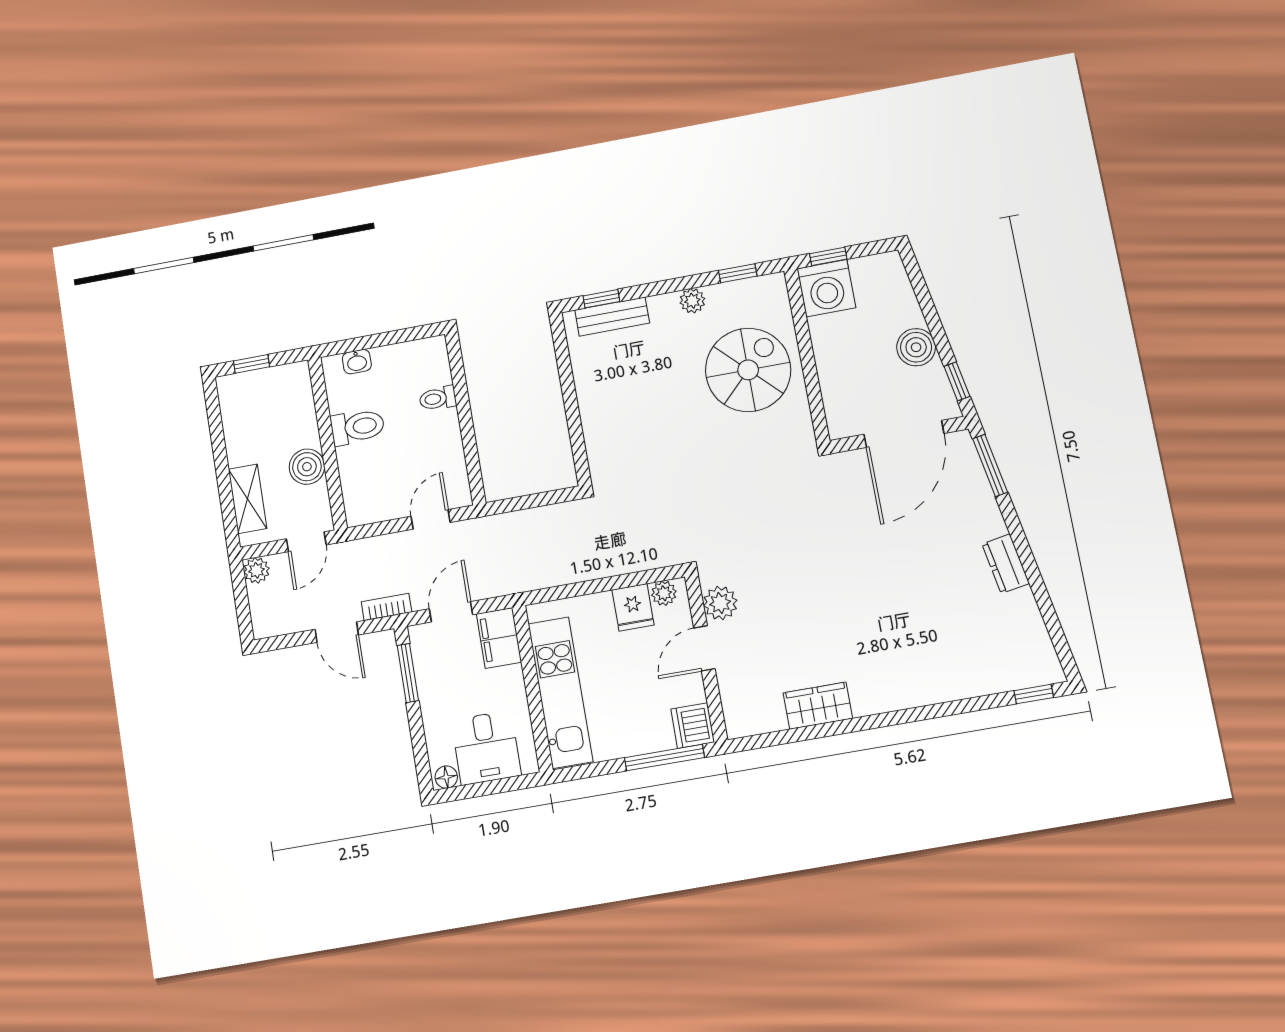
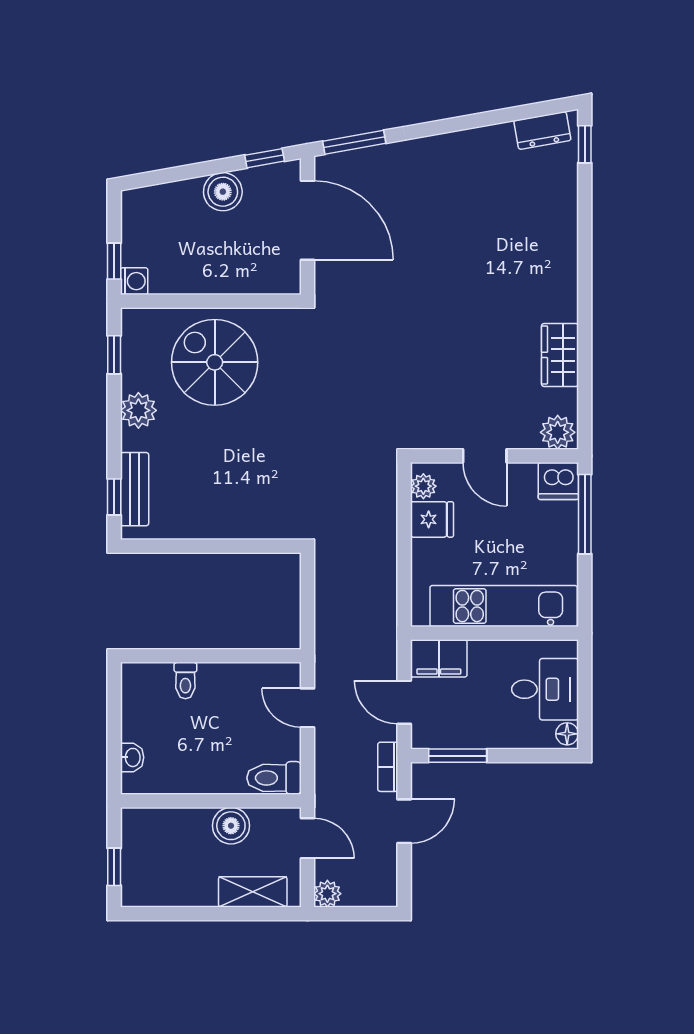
washing machine: (826, 288) -> (134, 281), width x0.53, depth x0.53
plant: (692, 301) -> (138, 410), width x1.38, depth x1.38
toilet: (358, 427) -> (274, 778), moved, turned -90
dresser: (1006, 564) -> (542, 130), moved
plant: (720, 603) -> (558, 432), moved

